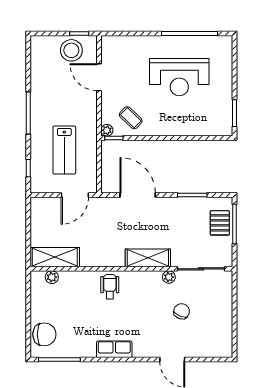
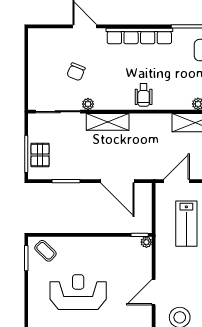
door: (99, 77) -> (154, 292), swing flipped
coffee table: (131, 118) -> (45, 251), moved
lab bench: (64, 150) -> (186, 224), turned 180
row of seats: (114, 349) -> (139, 36), width x2.02

